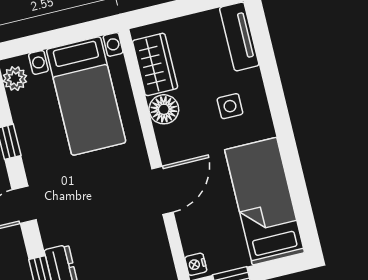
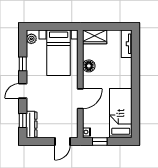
wardrobe: (155, 64) -> (95, 37), moved, turned 90
side table: (230, 106) -> (116, 71), removed

